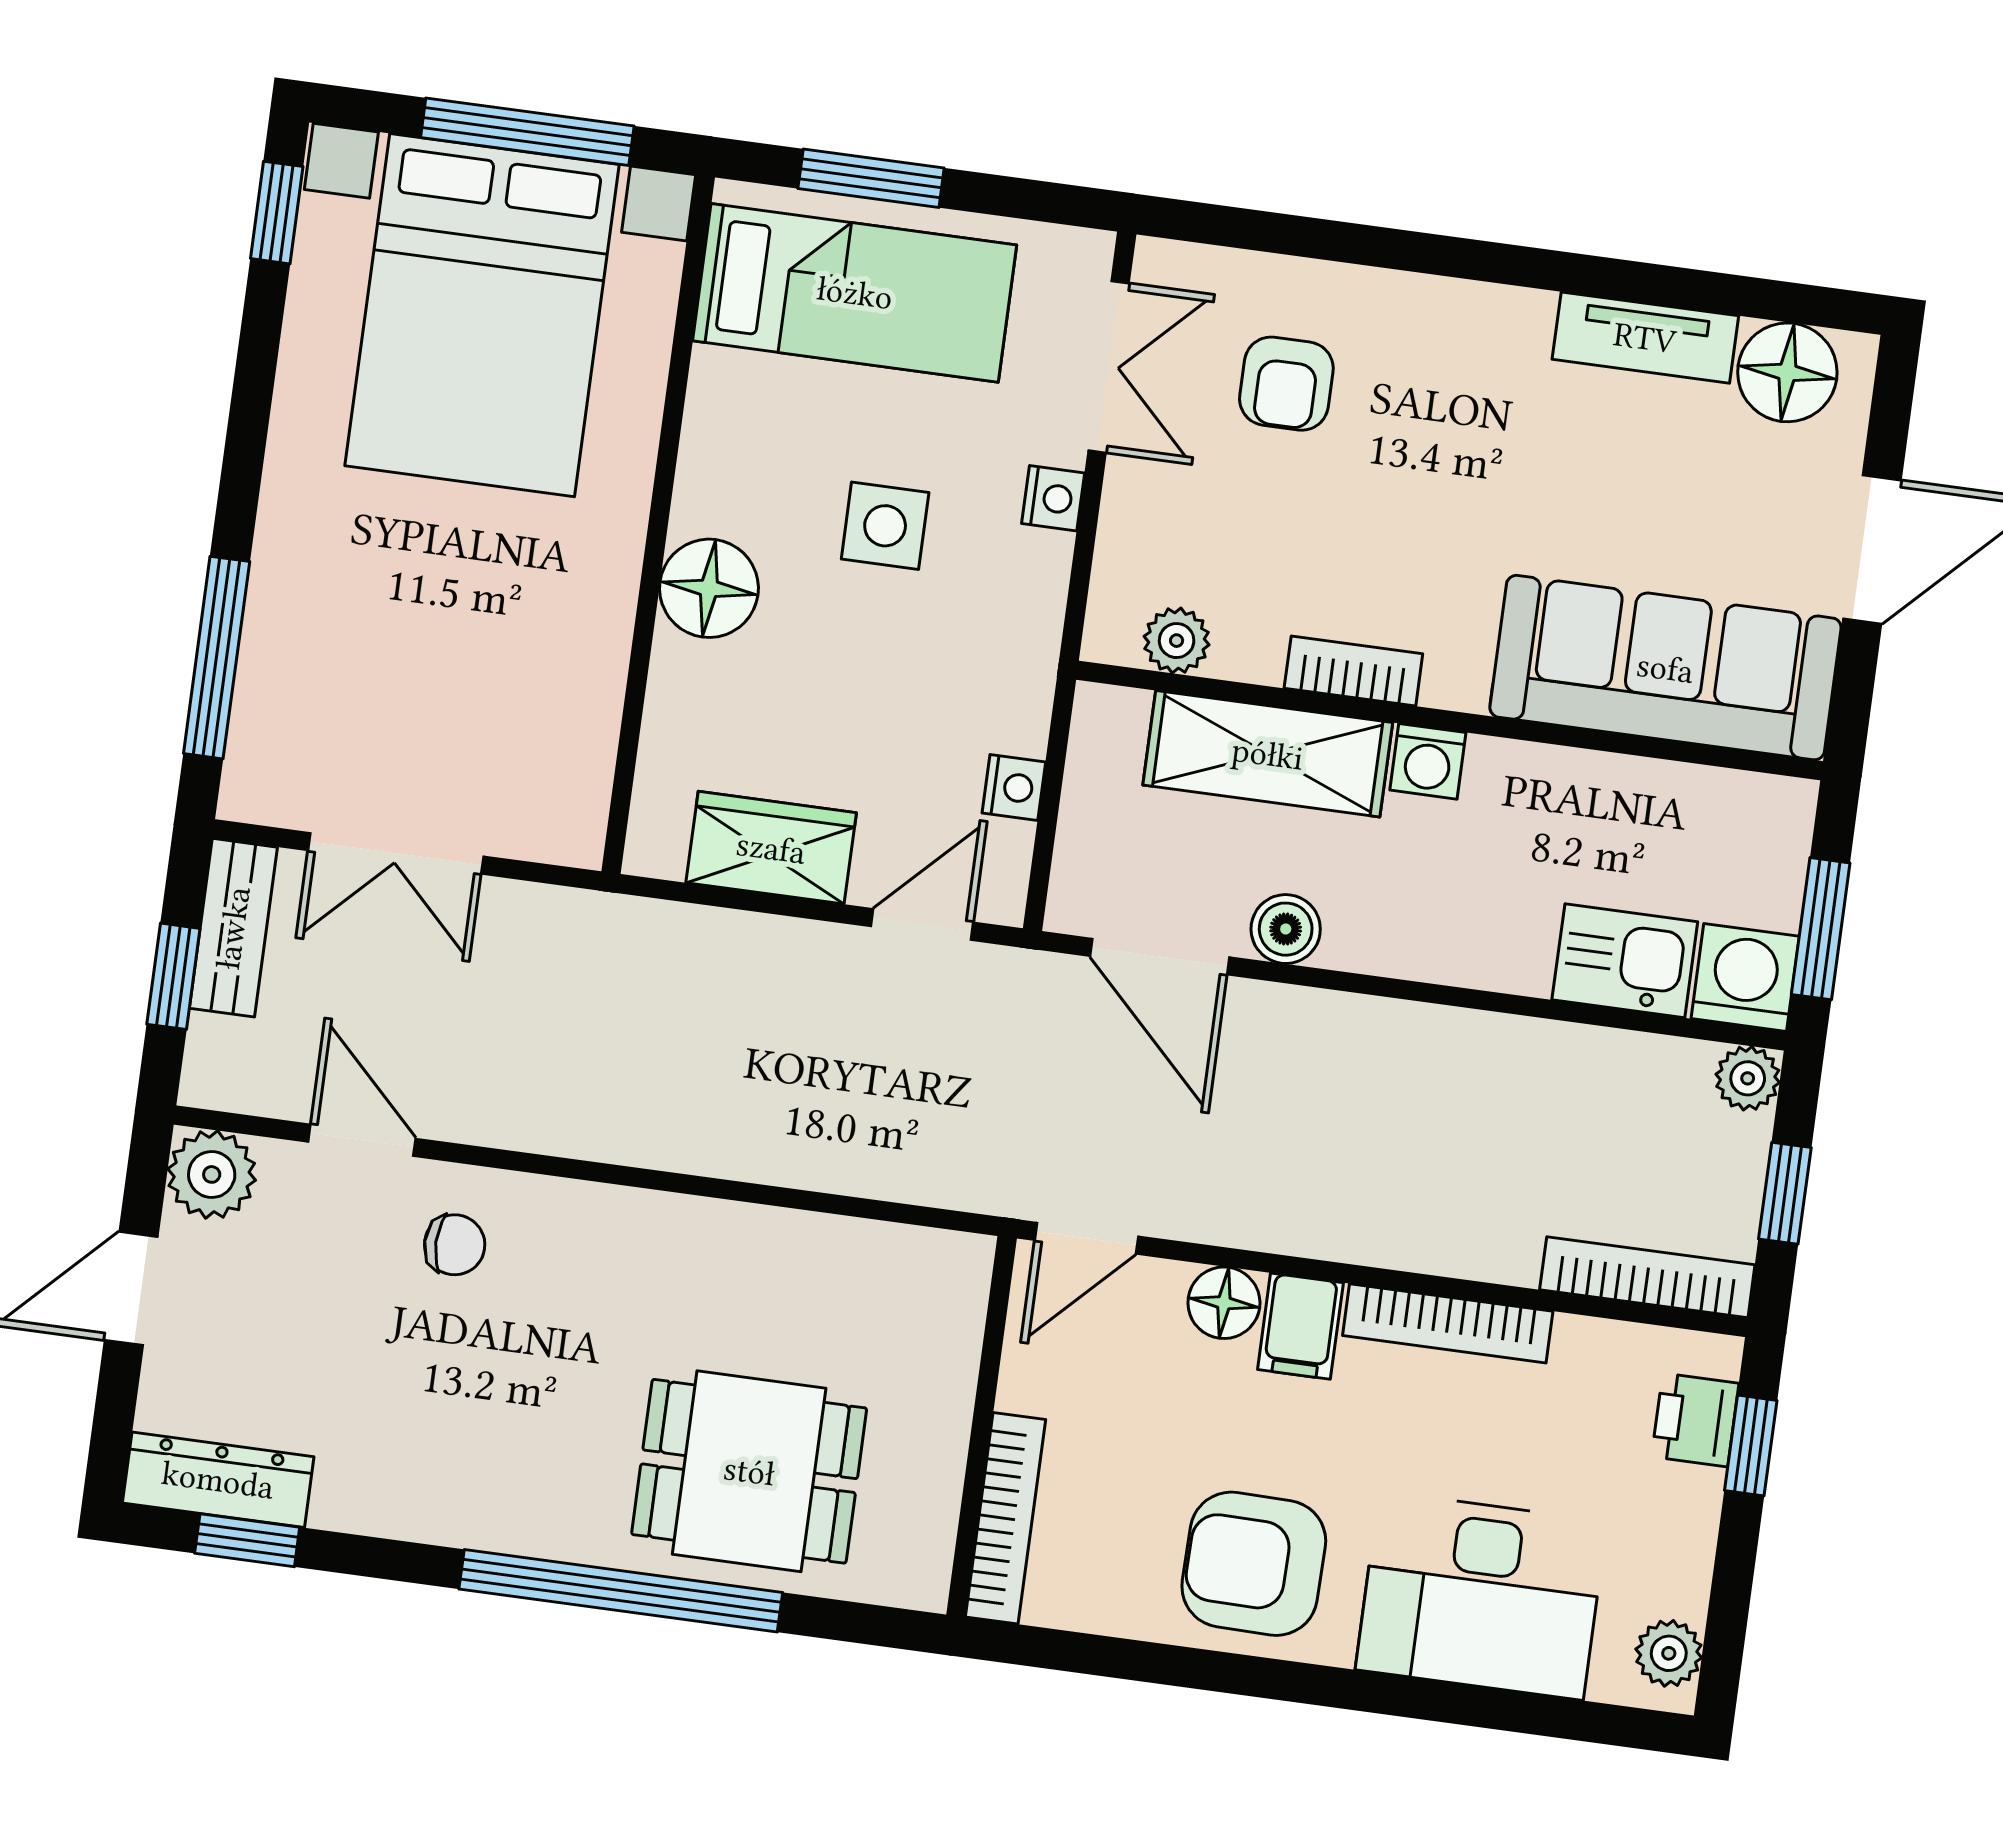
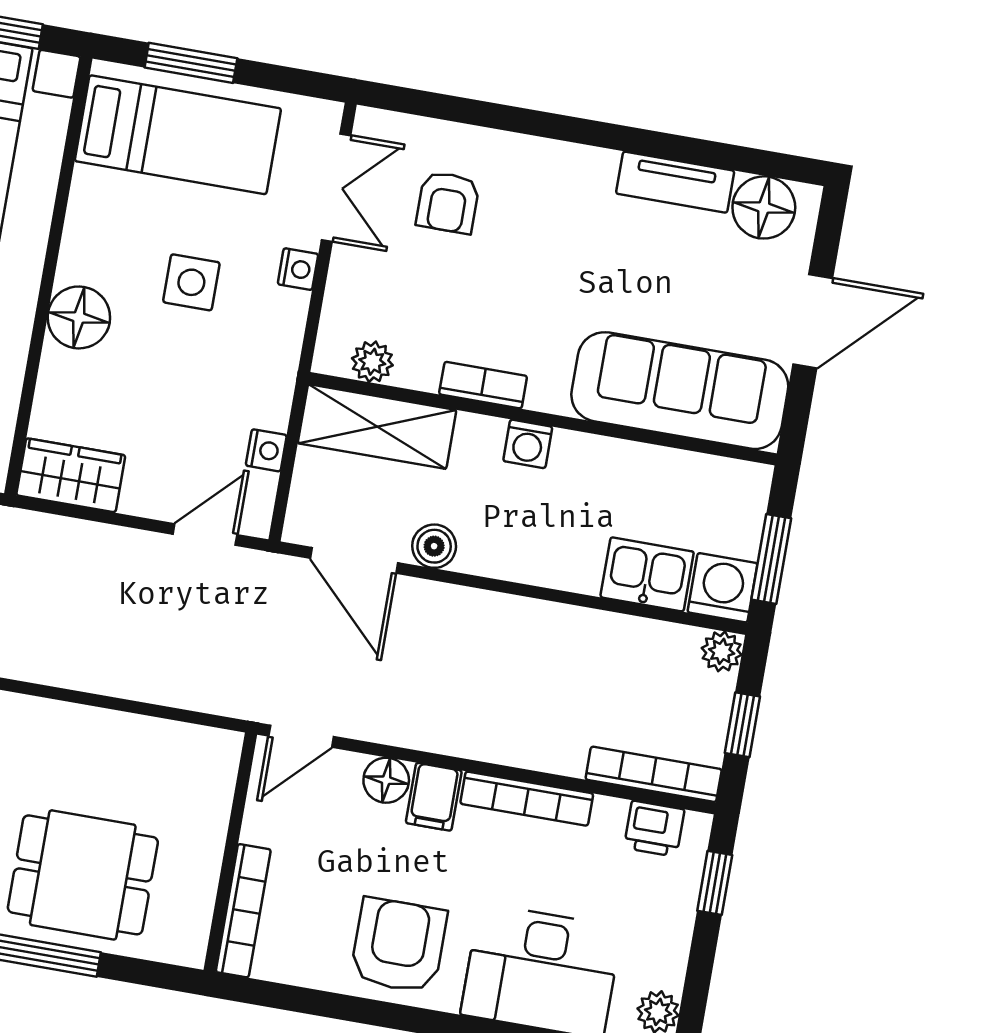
shelving: (1268, 754) -> (377, 427), moved
wardrobe: (771, 848) -> (71, 475), moved
printer: (1695, 1420) -> (654, 829), moved, turned -90
armchair: (1254, 1564) -> (399, 945), turned 89

